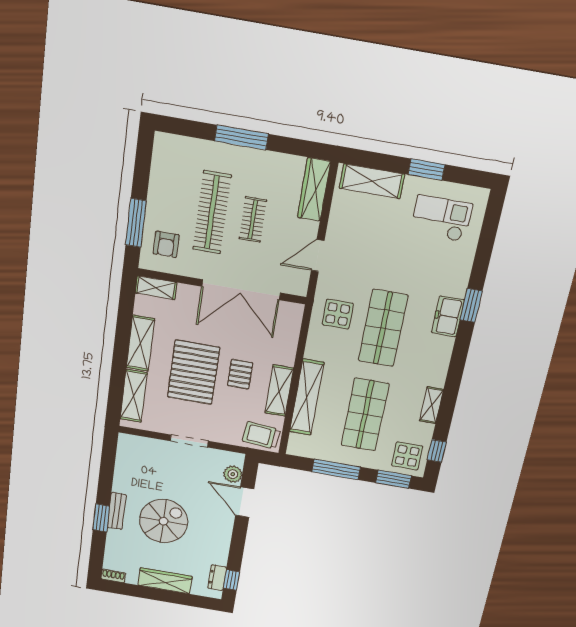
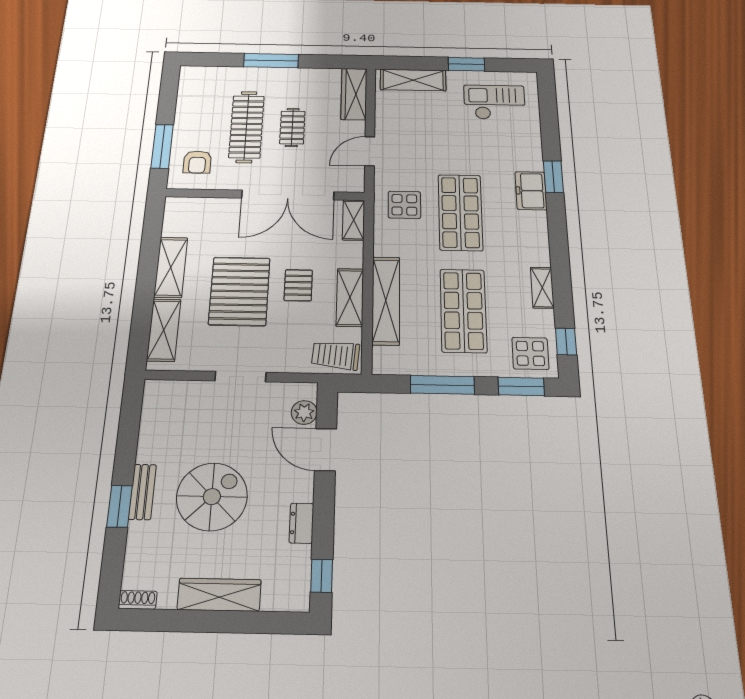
shelving: (156, 288) -> (354, 220), moved, turned 90
dresser: (217, 578) -> (301, 523), moved

